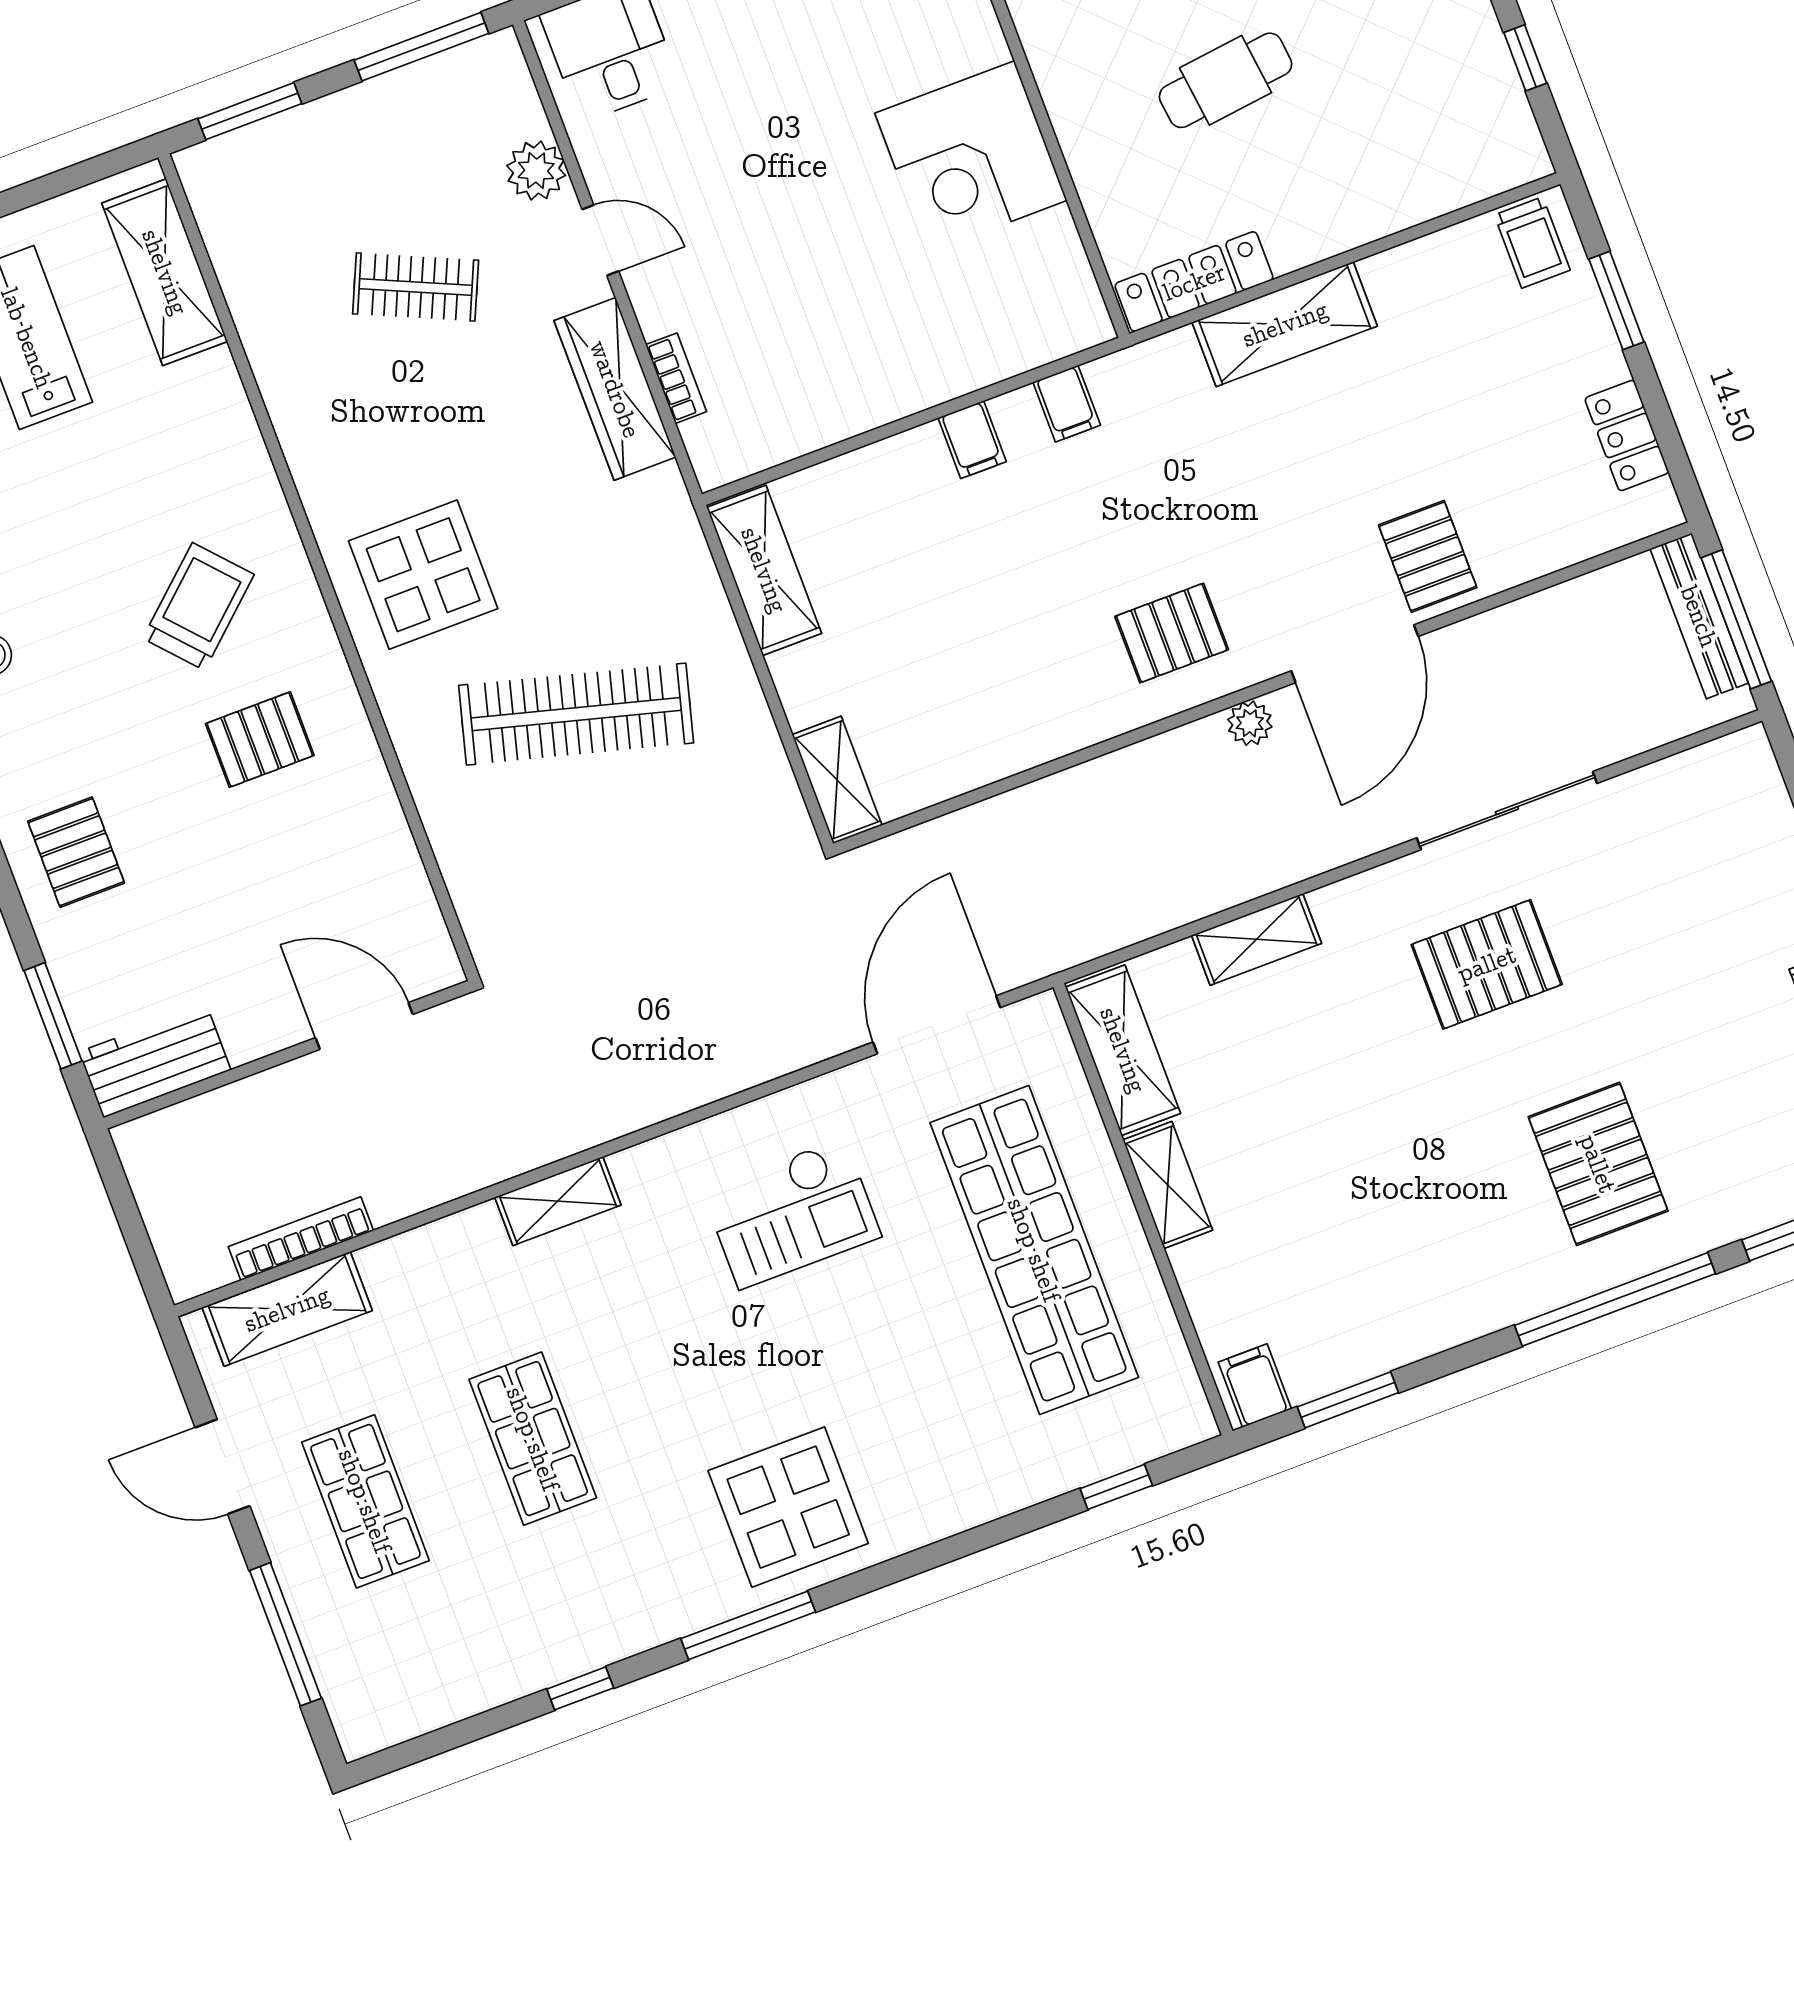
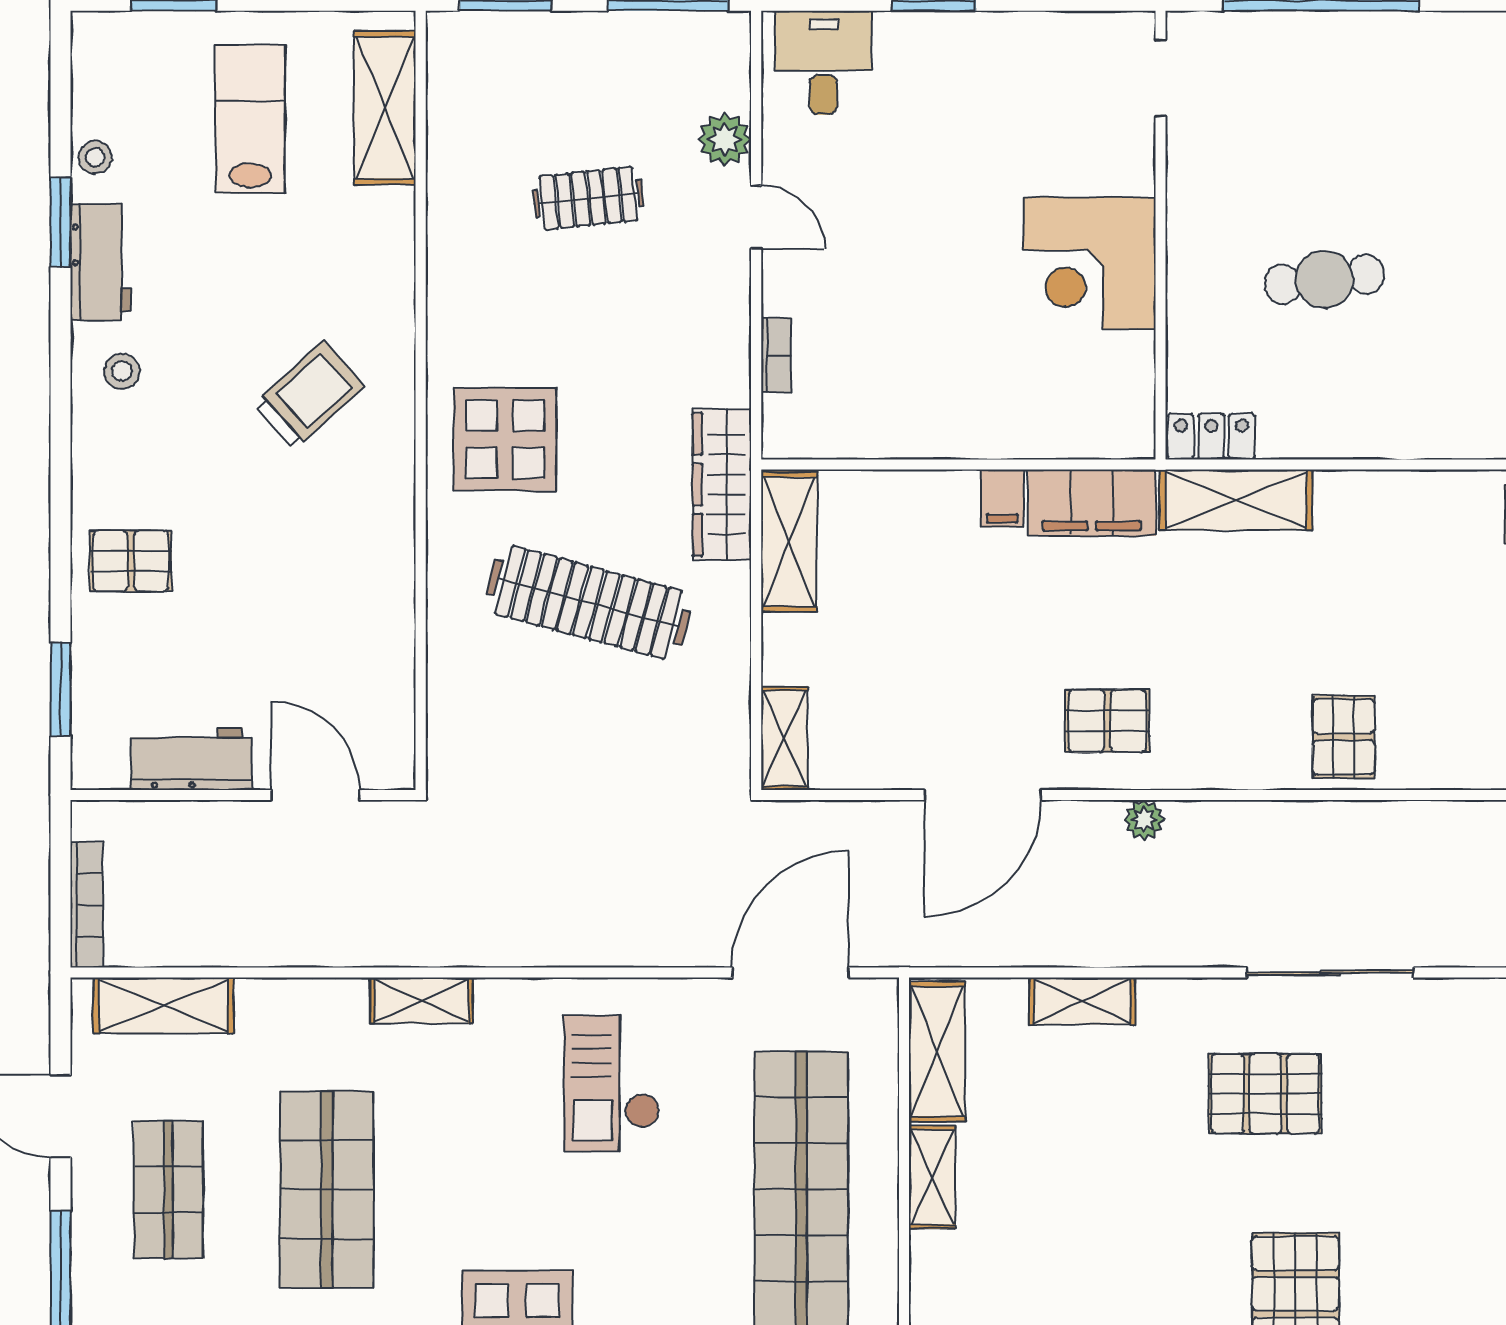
locker: (1194, 282) -> (1211, 436), width x0.66
clothes rail: (416, 287) -> (588, 198), turned -30
shelving: (1285, 324) -> (1236, 500), moved
wardrobe: (615, 389) -> (722, 484), moved
filing cabinet: (1067, 404) -> (1092, 503), width x3.00, depth x1.17
door: (1355, 654) -> (983, 795), moved
pallet: (260, 740) -> (318, 525), removed
pallet: (76, 852) -> (131, 561), turned 90
workbench: (155, 1061) -> (191, 759), moved
checkout: (792, 1213) -> (612, 1083), turned 90
bookcase: (301, 1239) -> (87, 905), moved, turned 90
shop shelf: (533, 1439) -> (327, 1190), width x1.43, depth x1.36

